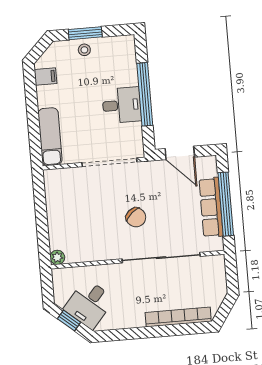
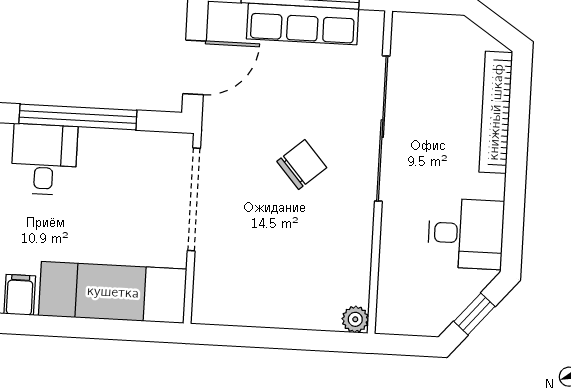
desk: (122, 105) -> (44, 159), moved
exam couch: (50, 137) -> (113, 292), width x1.36, depth x1.45
desk: (89, 304) -> (466, 234), moved, turned -40

